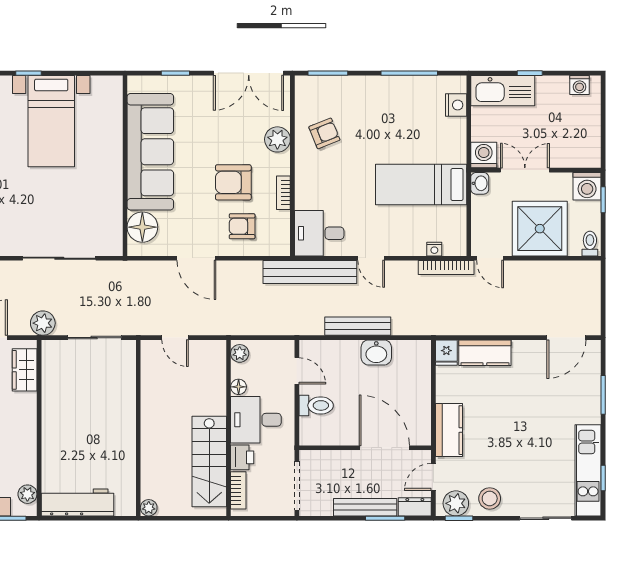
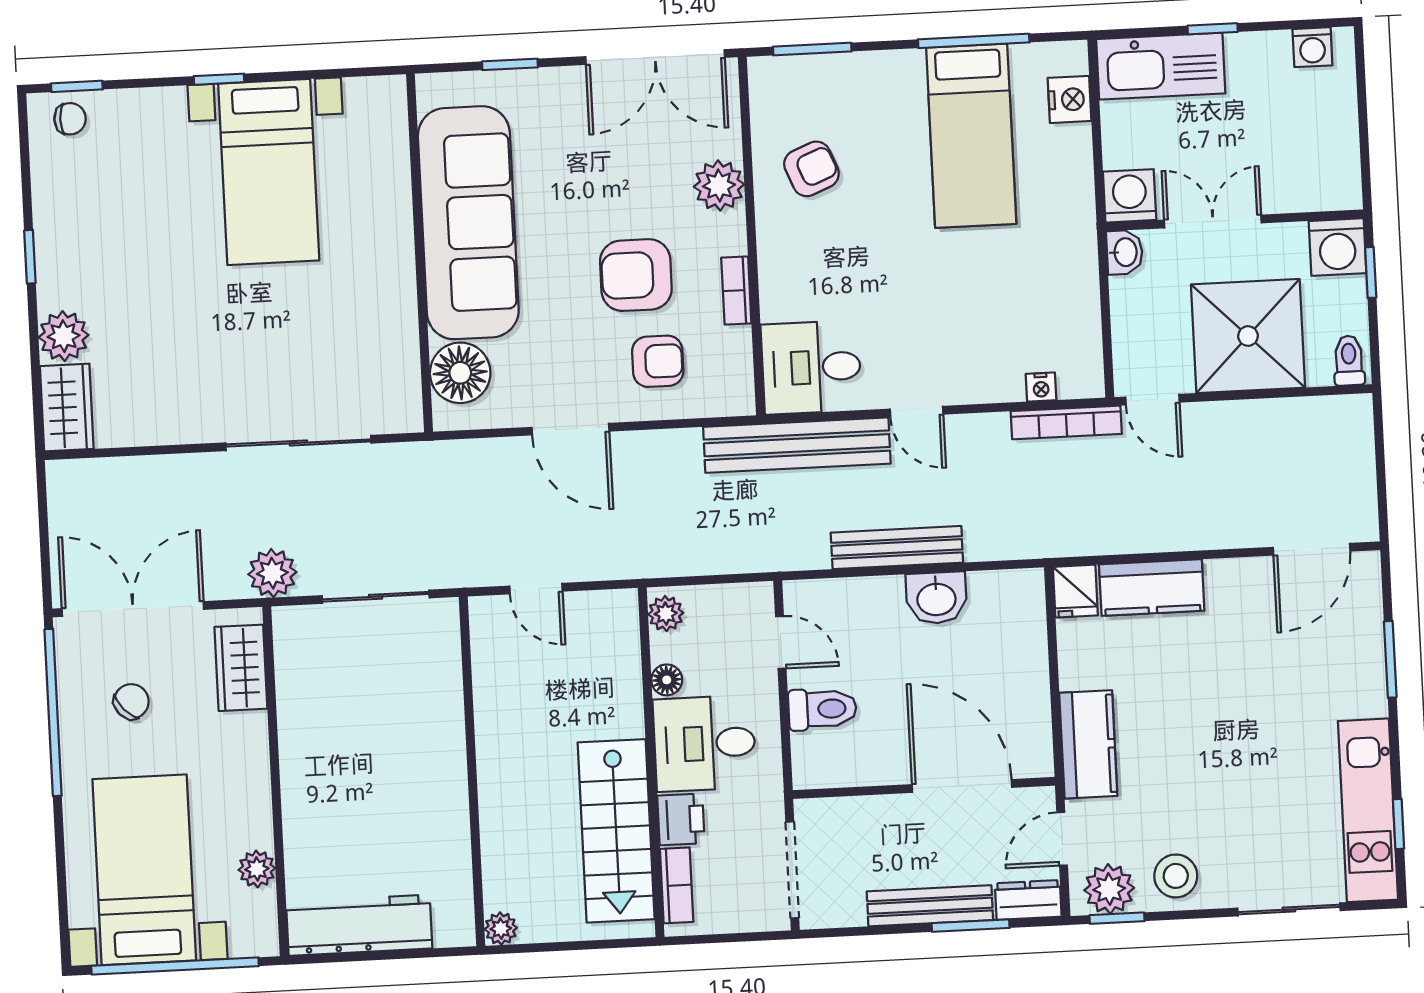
bed: (421, 185) -> (971, 136), moved, turned -90
armchair: (242, 226) -> (658, 361), turned 180
plant: (27, 494) -> (257, 869), moved

